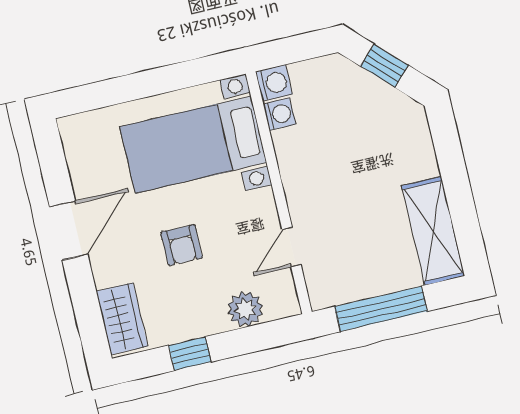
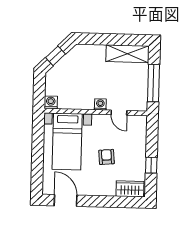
washing machine: (279, 114) -> (100, 104), moved
door: (69, 231) -> (66, 200), moved
armchair: (182, 245) -> (107, 157), turned -95
plant: (245, 309) -> (139, 138), removed

